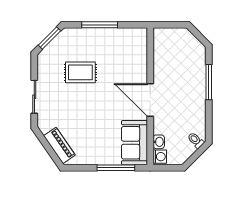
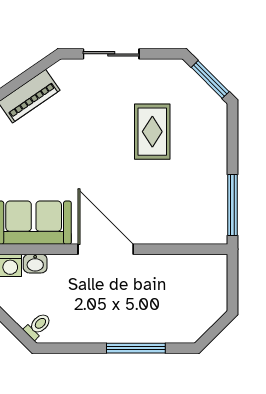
window: (100, 25) -> (232, 205), moved
door: (150, 100) -> (106, 249), hinge flipped

